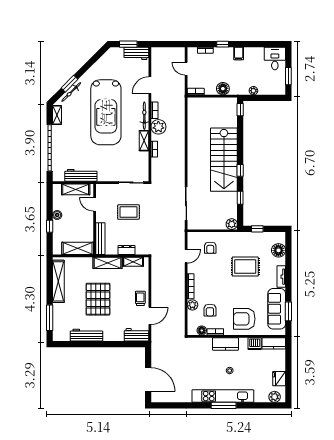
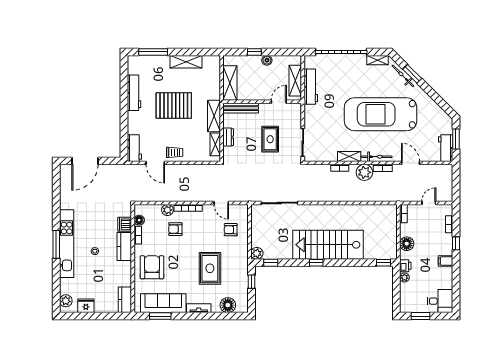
printer: (243, 90) -> (405, 266), added
window: (240, 198) -> (271, 263), moved
shelving: (58, 281) -> (186, 62), width x0.68
armchair: (210, 310) -> (175, 229), moved
dishwasher: (255, 344) -> (125, 224), moved

